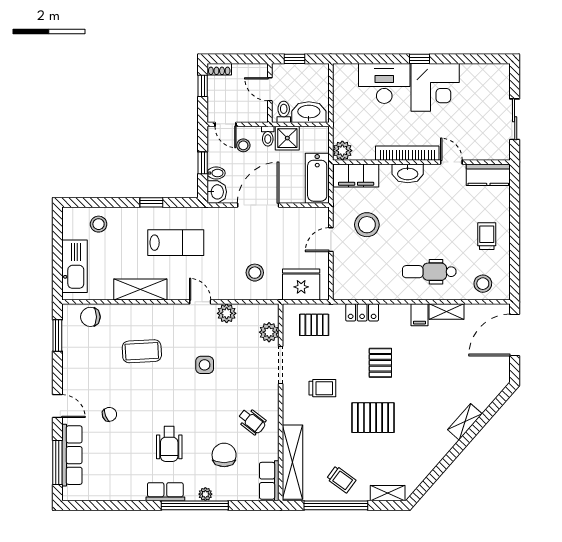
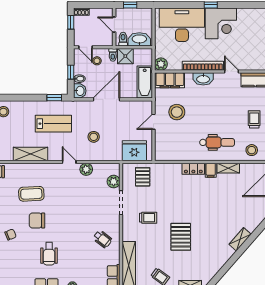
desk: (384, 84) -> (182, 25), width x1.36, depth x1.30
window: (151, 202) -> (54, 98), moved
dental chair: (429, 272) -> (217, 142), turned 180
stool: (255, 273) -> (94, 137), moved
locker: (362, 312) -> (193, 169), moved
pallet: (314, 325) -> (143, 177), turned 90
pallet: (380, 363) -> (186, 201), removed
side table: (205, 365) -> (72, 203), removed
pallet: (373, 418) -> (181, 237), turned 90
chair: (224, 455) -> (37, 221), moved, turned -90

